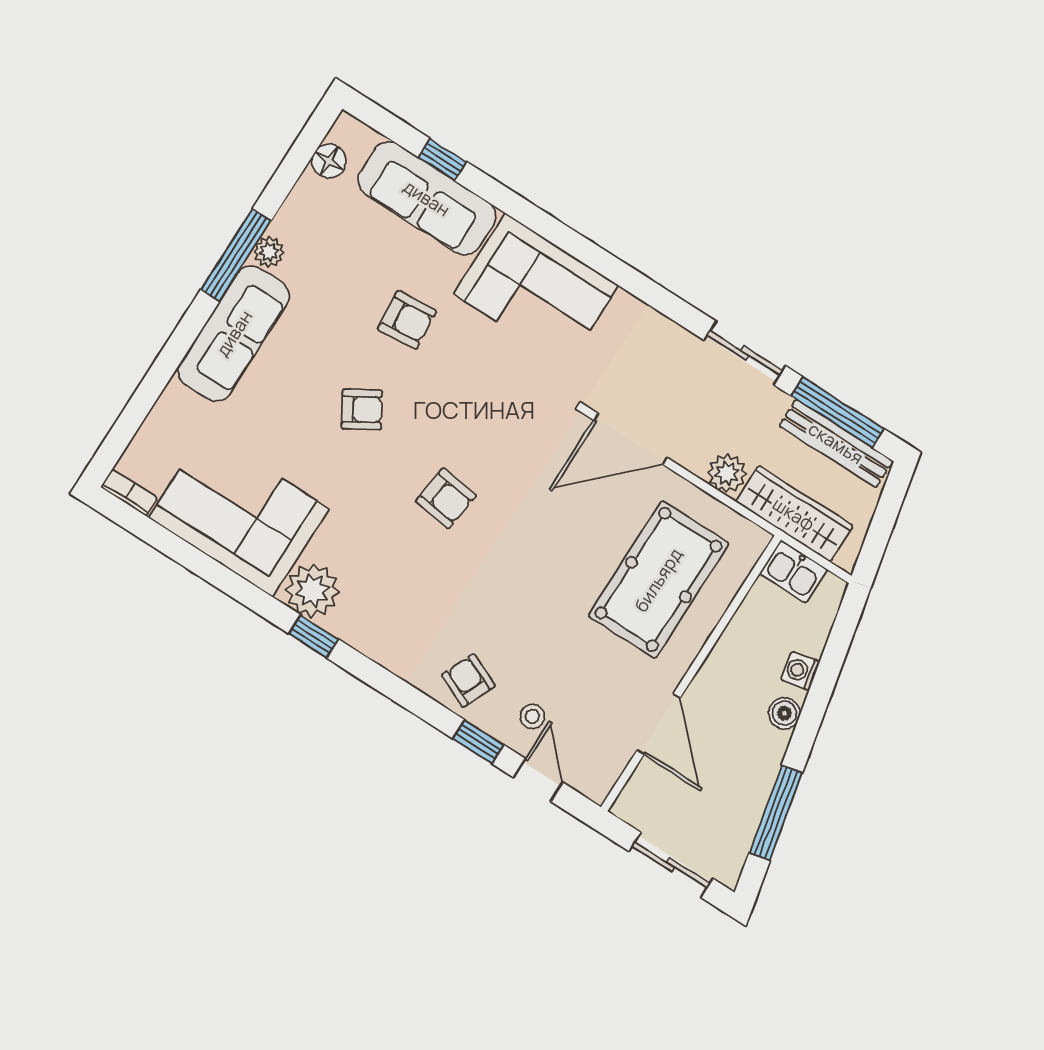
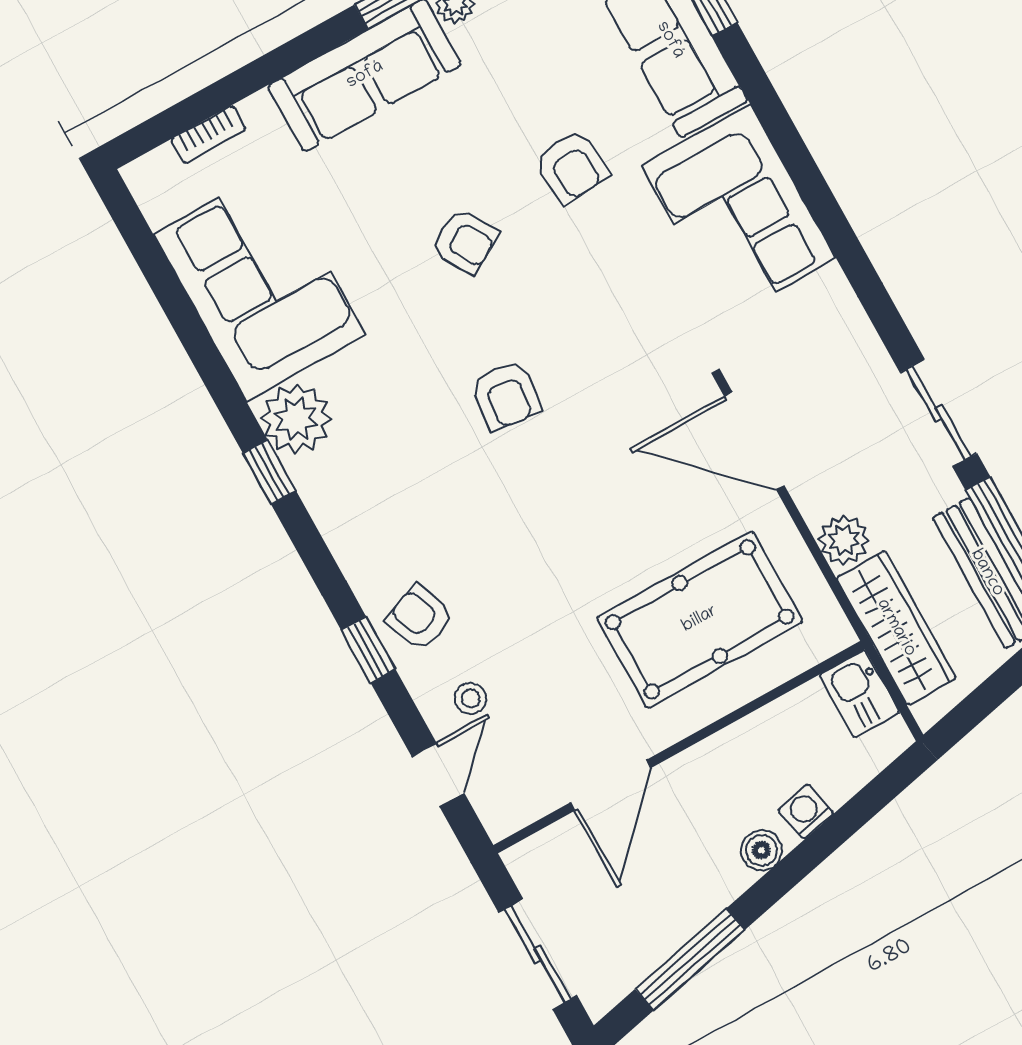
bookcase: (129, 493) -> (208, 134), moved, turned 90
armchair: (468, 680) -> (420, 618), turned -45
window: (478, 742) -> (368, 650), moved

